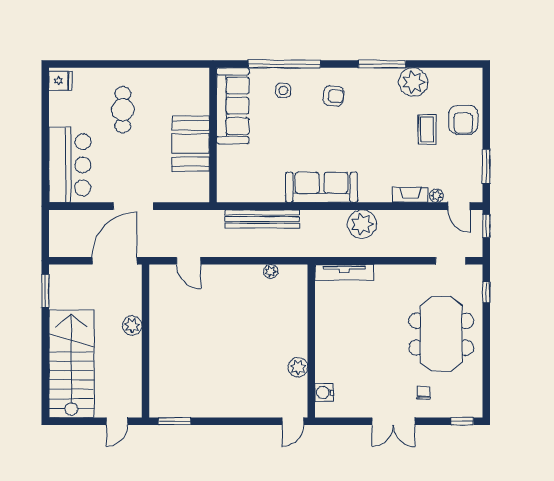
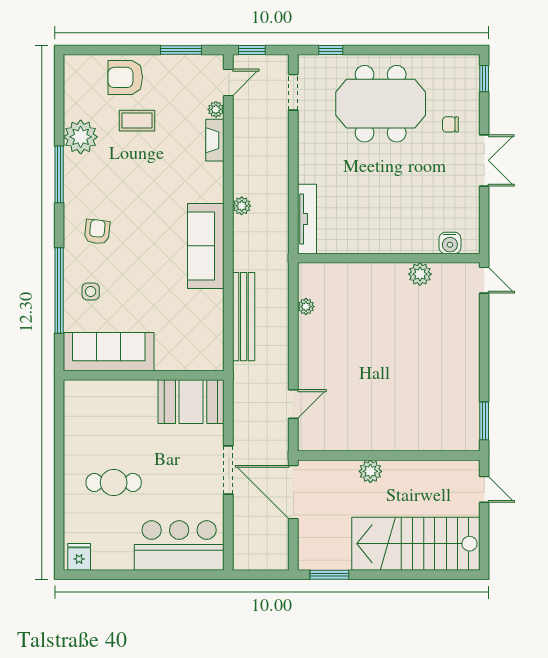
armchair: (463, 120) -> (125, 77), turned 180
booth: (191, 144) -> (191, 402), moved
plant: (362, 224) -> (242, 206), width x0.53, depth x0.53

